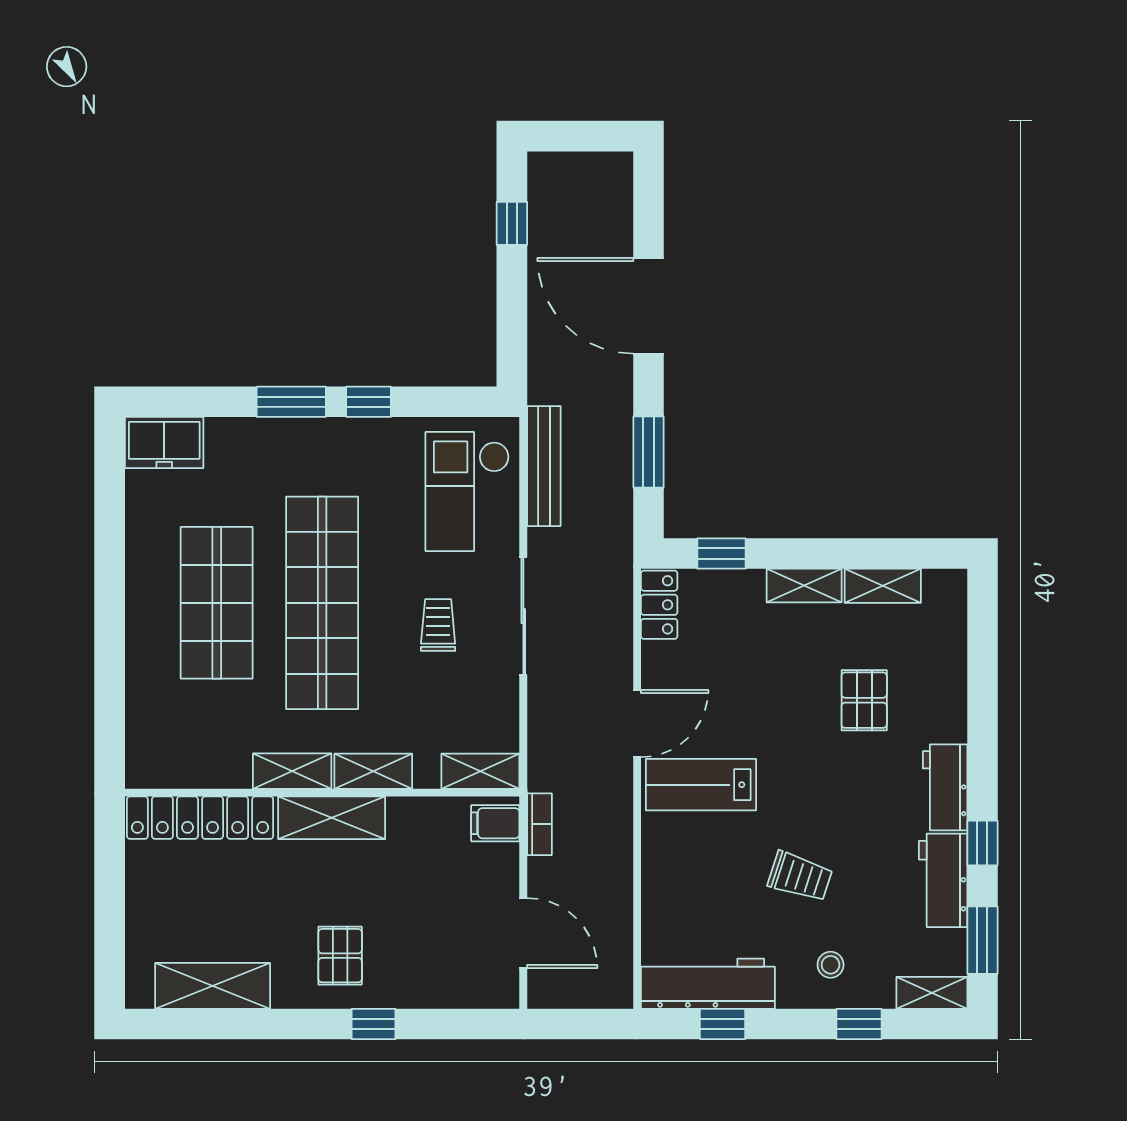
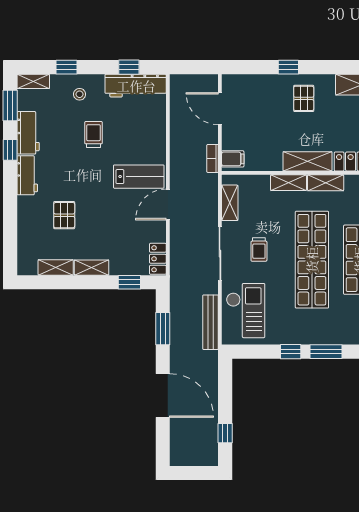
shelving: (480, 771) -> (230, 203), moved, turned 90
trolley: (800, 877) -> (93, 135), turned 72

